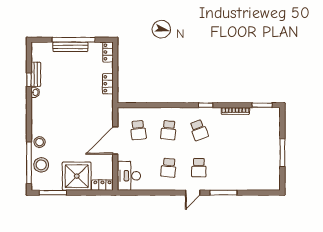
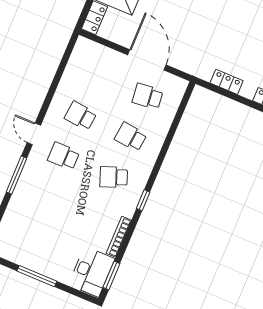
desk: (129, 176) -> (92, 272), moved, turned 90

